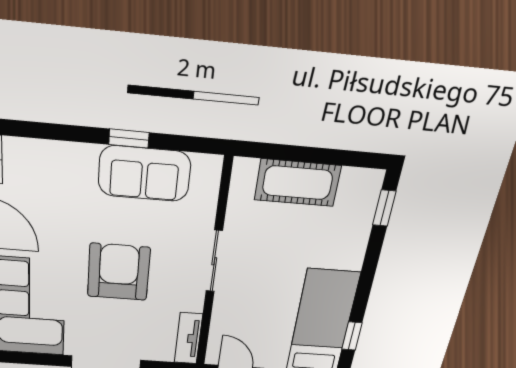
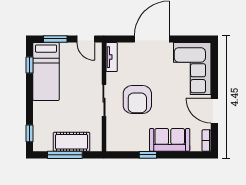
window: (318, 155) -> (65, 155), added
sofa: (144, 174) -> (170, 140), moved
armchair: (119, 272) -> (137, 100), moved

